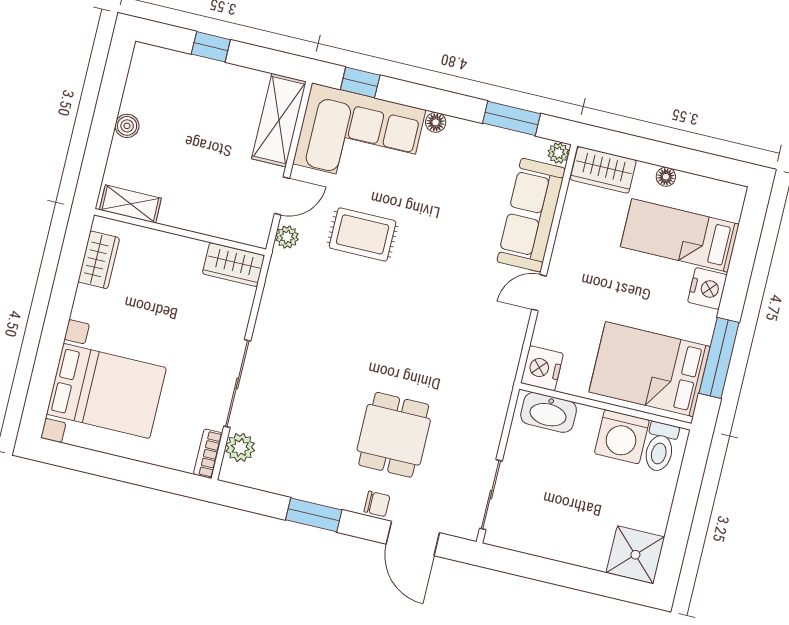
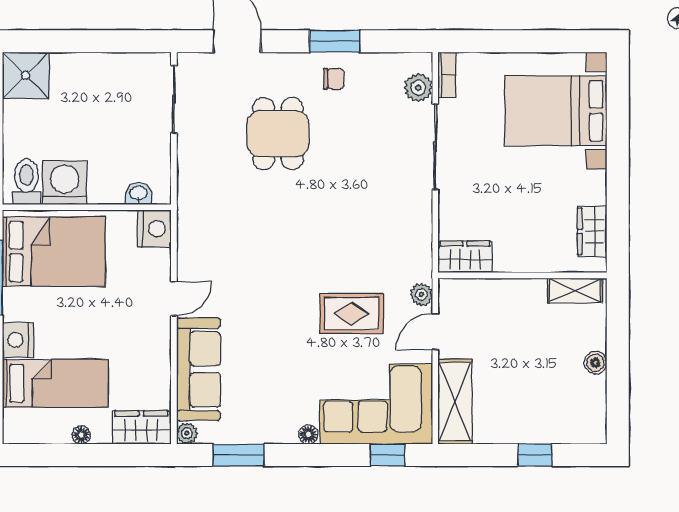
washbasin: (549, 412) -> (138, 194), width x0.52, depth x0.69
chair: (377, 504) -> (334, 79), moved, turned 180

